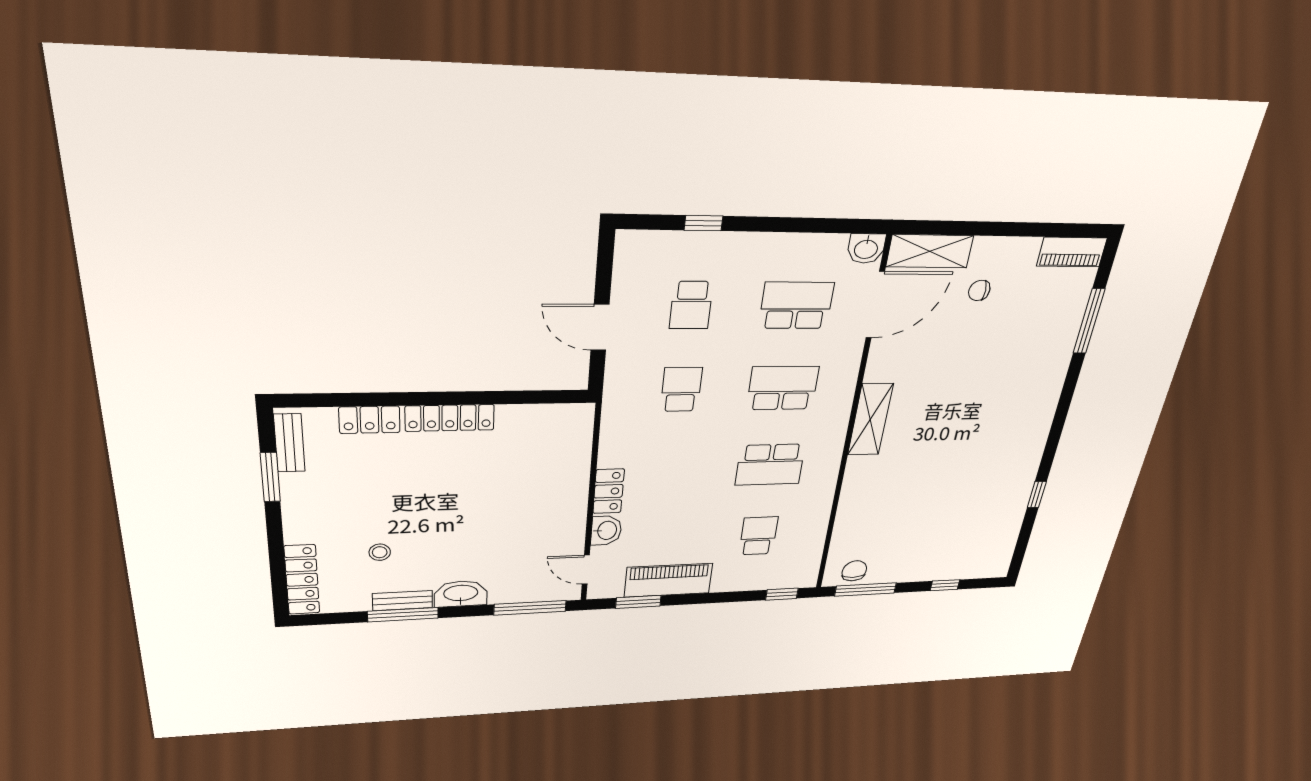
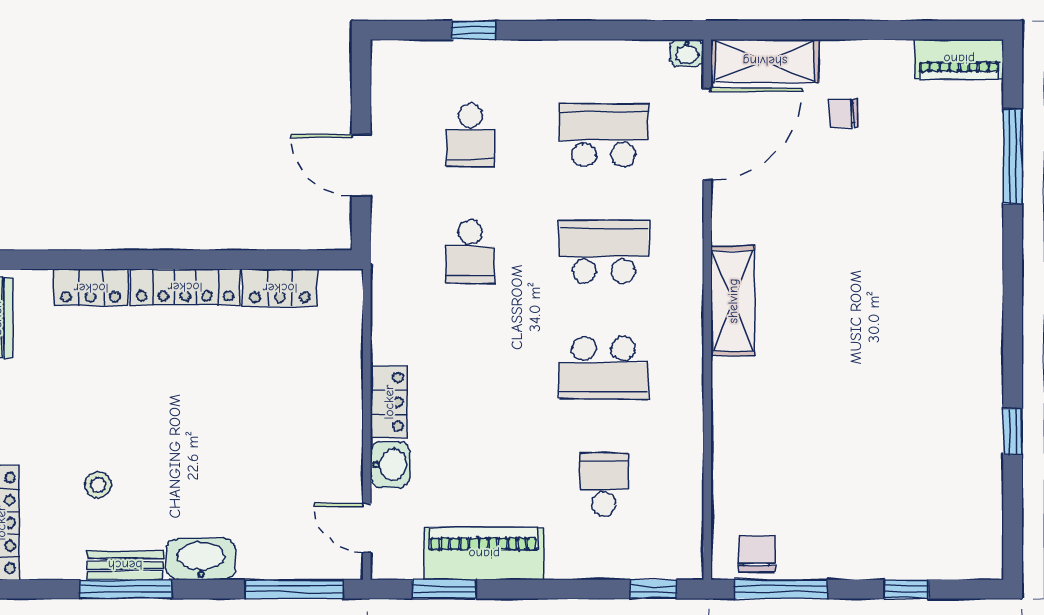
washbasin: (866, 249) -> (687, 53), width x0.72, depth x0.69
school desk: (681, 389) -> (470, 251), turned 180
locker: (528, 417) -> (280, 288), added

